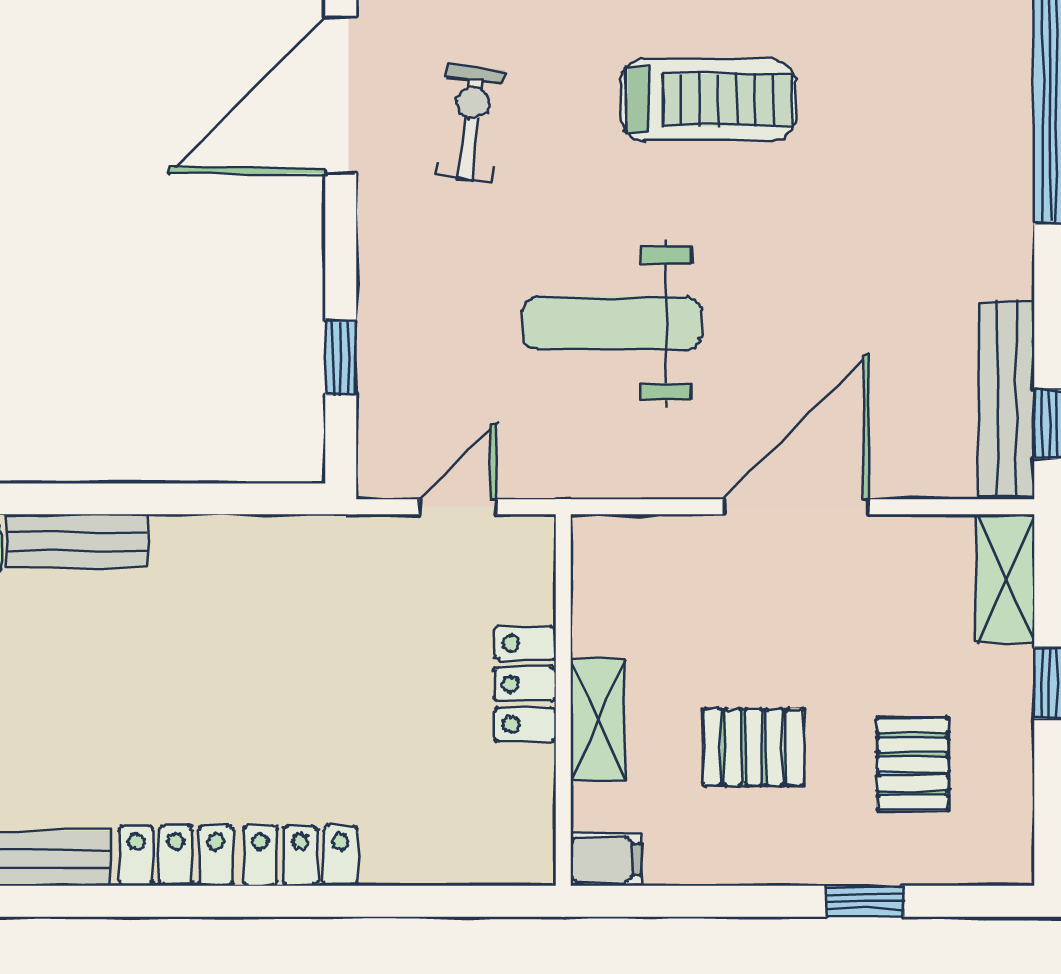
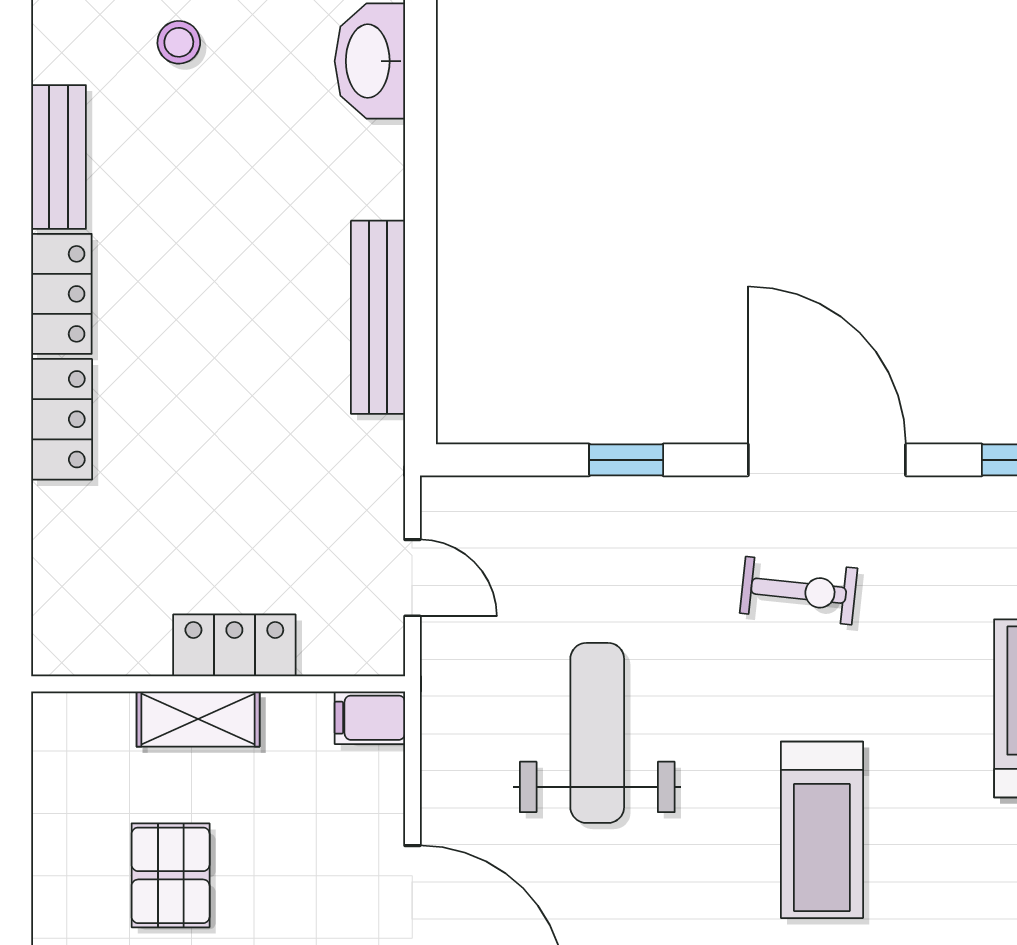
window: (341, 358) -> (626, 460), moved
bench: (77, 541) -> (378, 317), moved, width x1.36
filing cabinet: (606, 860) -> (370, 718), moved, turned 90

